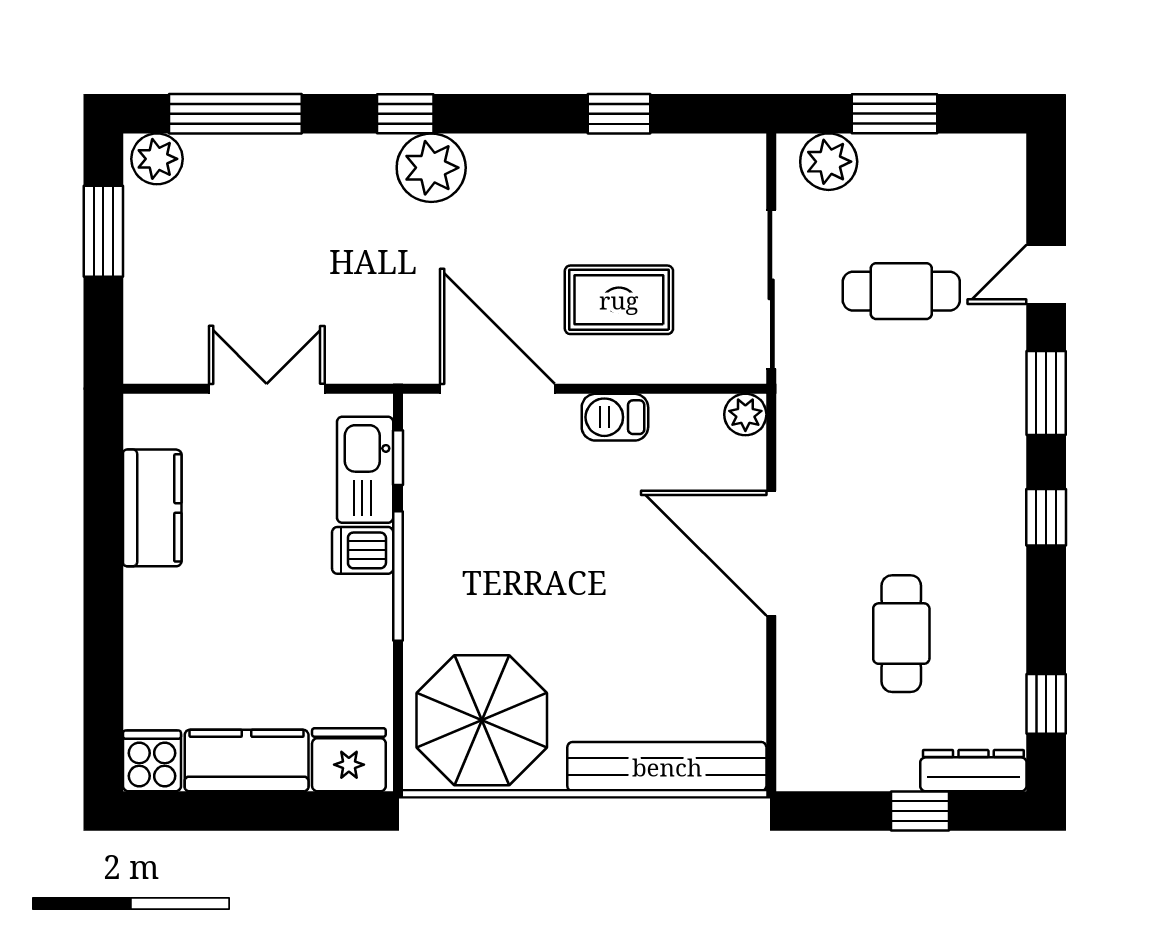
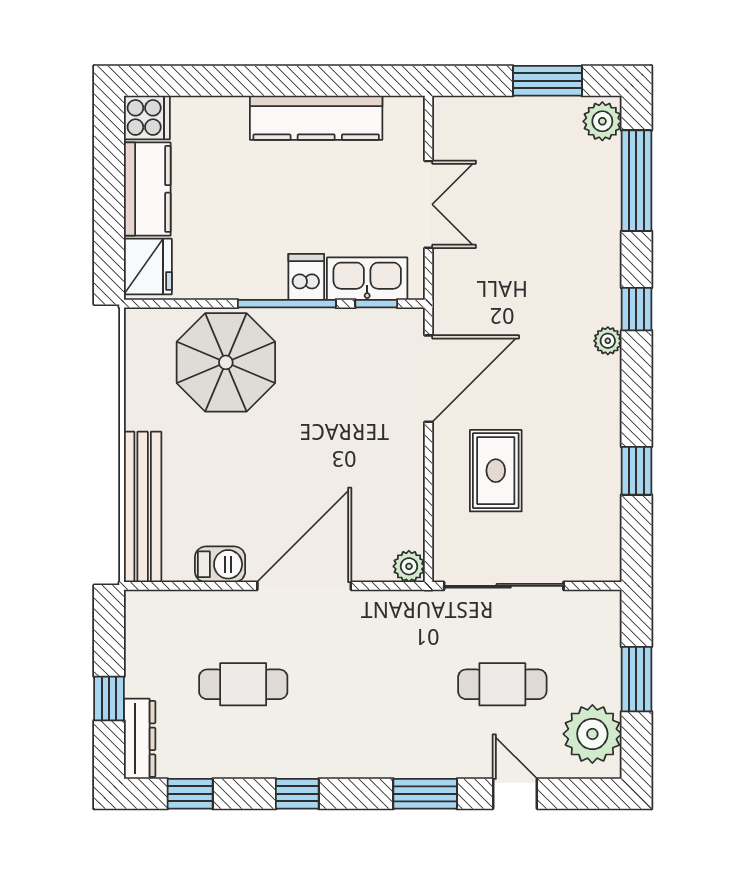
plant: (829, 162) -> (592, 734), moved, width x1.36, depth x1.36
plant: (431, 168) -> (608, 341), width x0.53, depth x0.53
cafe table: (901, 291) -> (502, 684), turned 90
barbecue: (615, 417) -> (220, 564), moved, turned 90
kitchen counter: (152, 508) -> (316, 118), width x1.50
window: (1046, 517) -> (297, 794), moved
parasol: (482, 720) -> (226, 362), moved

